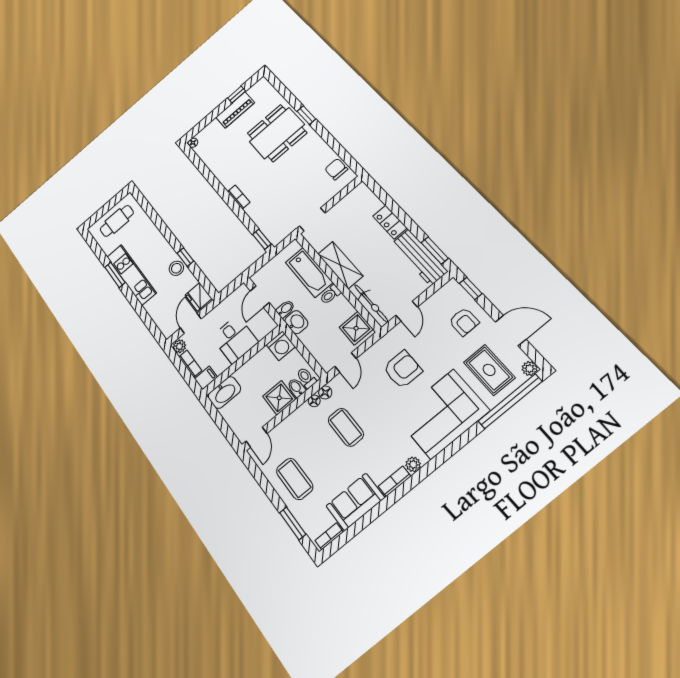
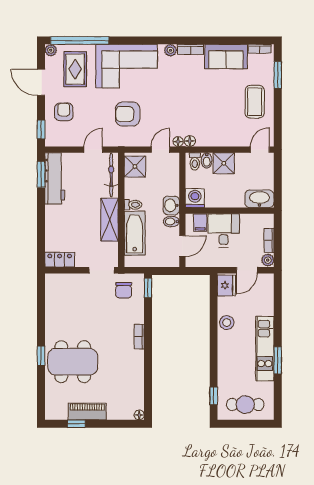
chair: (336, 169) -> (124, 290), moved
locker: (390, 222) -> (60, 260), moved, turned -90
window: (185, 257) -> (214, 396), moved
filing cabinet: (206, 378) -> (200, 223), moved, turned -90
floor lamp: (314, 401) -> (178, 142), moved
coffee table: (346, 427) -> (194, 107), removed

